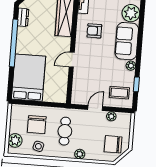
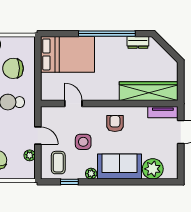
armchair: (94, 31) -> (115, 124), moved
door: (72, 60) -> (73, 104), moved
side table: (103, 70) -> (83, 142), added

